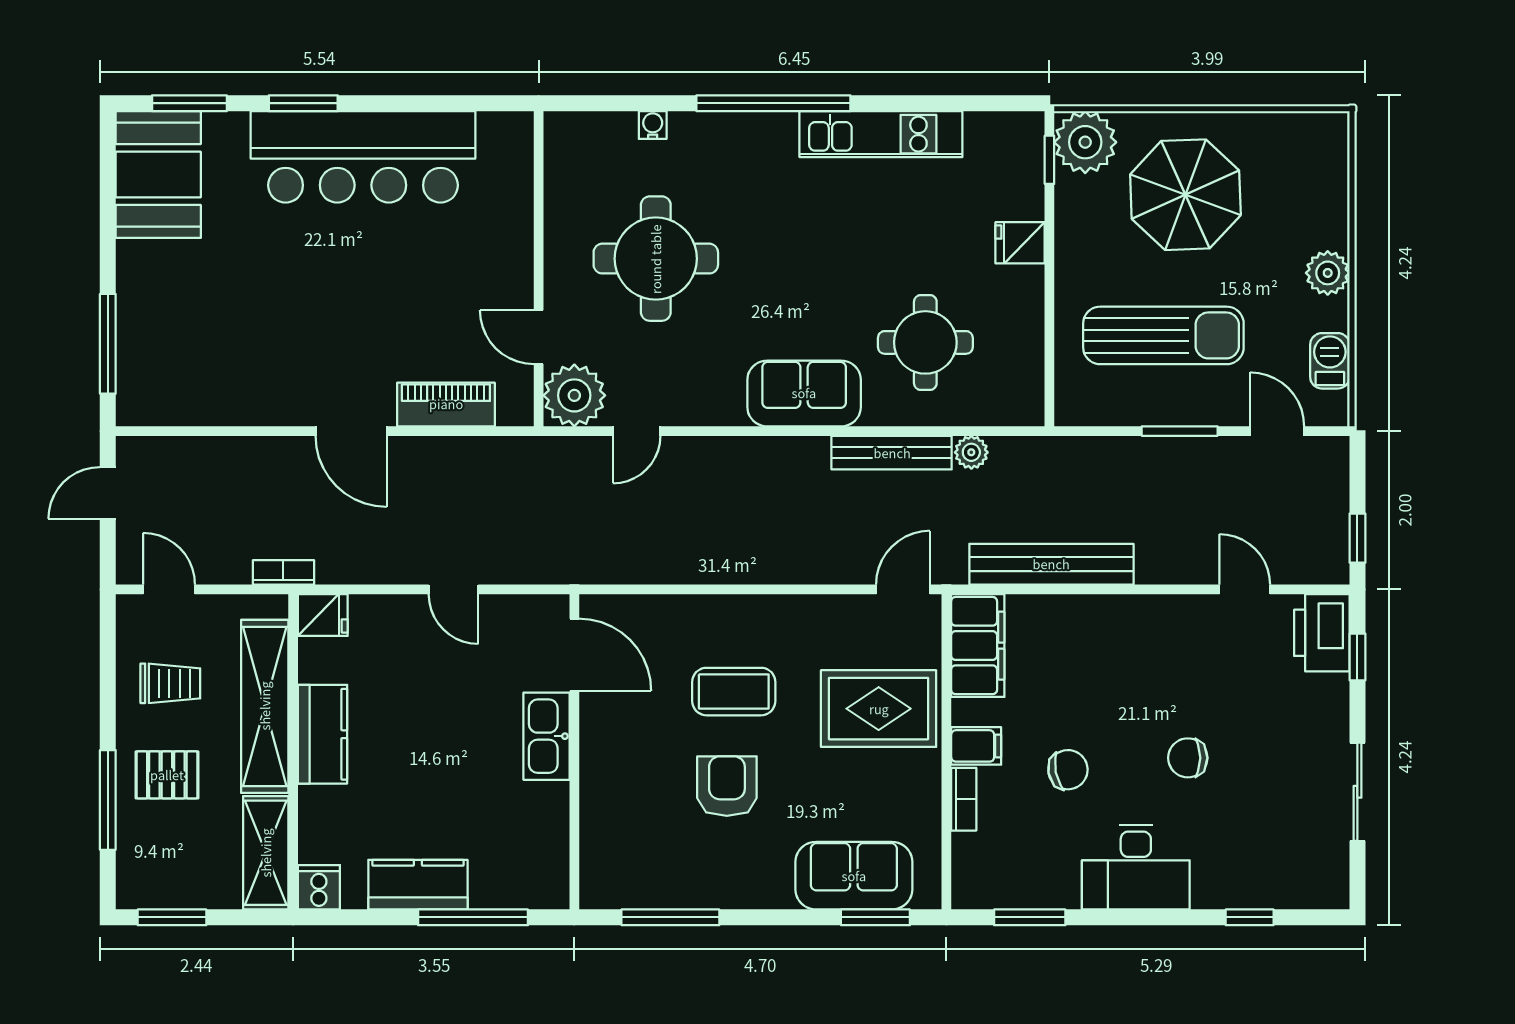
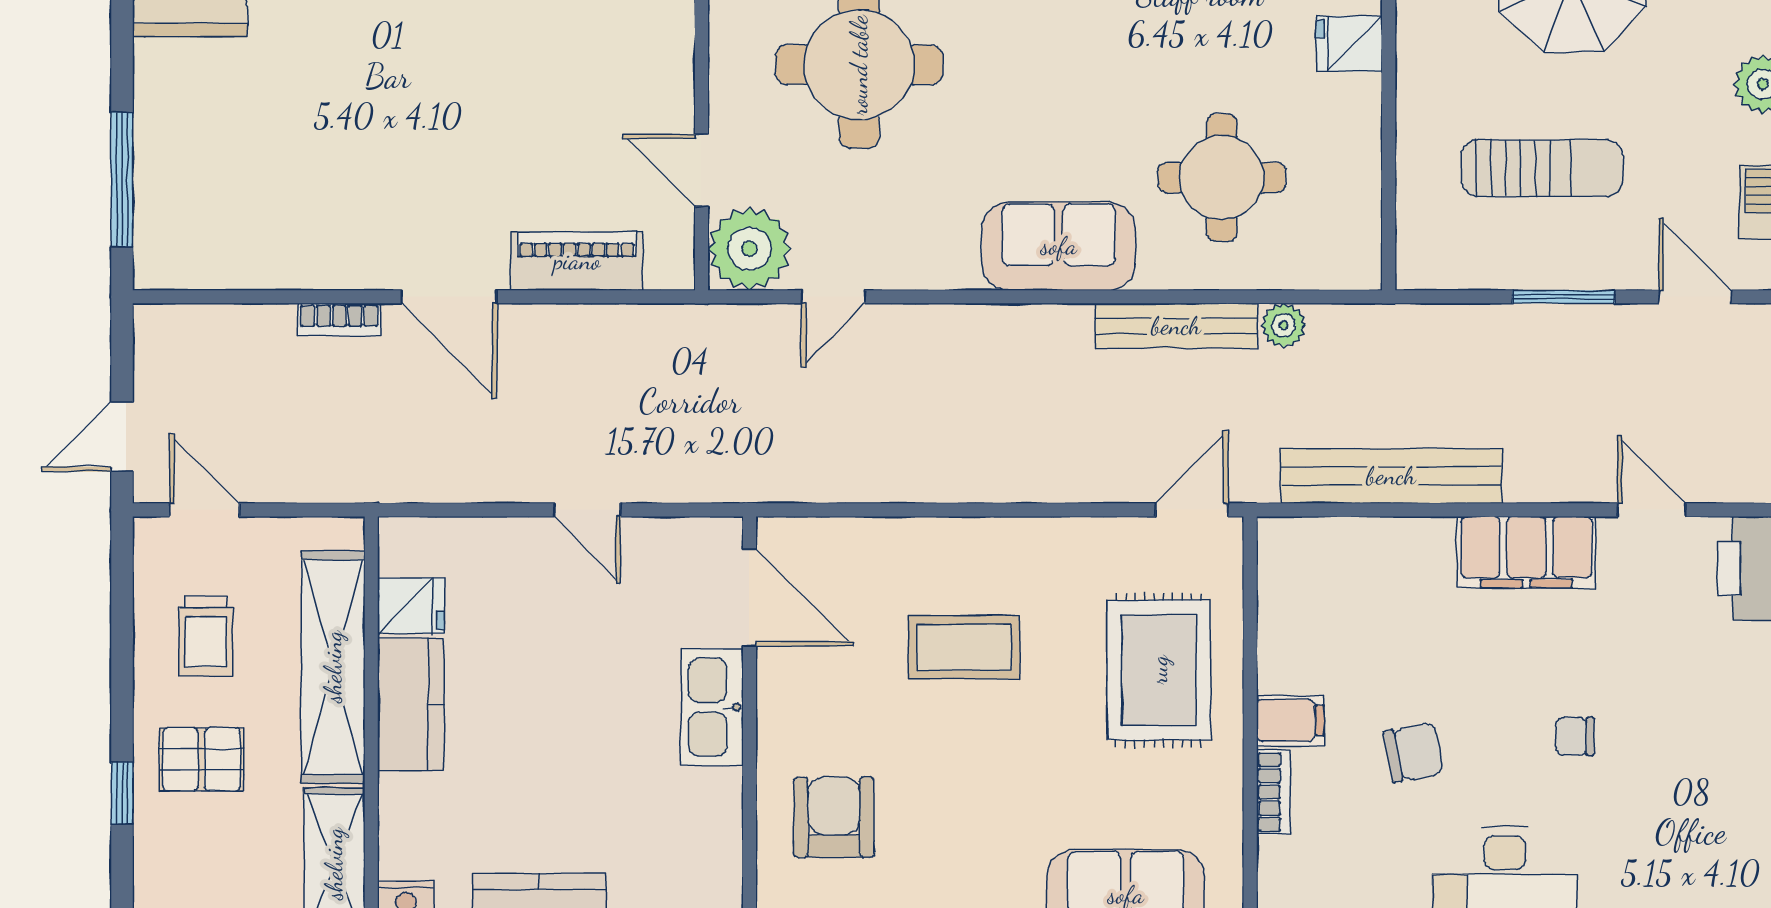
sun lounger: (1163, 335) -> (1542, 168), width x0.73, depth x0.75
door: (108, 493) -> (122, 437), moved
bookcase: (283, 572) -> (339, 320), moved, turned 180
fridge: (323, 615) -> (411, 606), moved
filing cabinet: (978, 646) -> (1526, 552), moved, turned 90
trolley: (170, 683) -> (206, 636), turned 90
rug: (879, 709) -> (1159, 670), turned 90
chair: (1188, 758) -> (1575, 736), width x0.73, depth x0.73
armchair: (727, 786) -> (834, 817), moved
window: (108, 800) -> (122, 793), width x0.46

